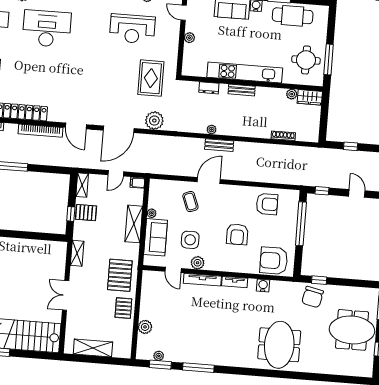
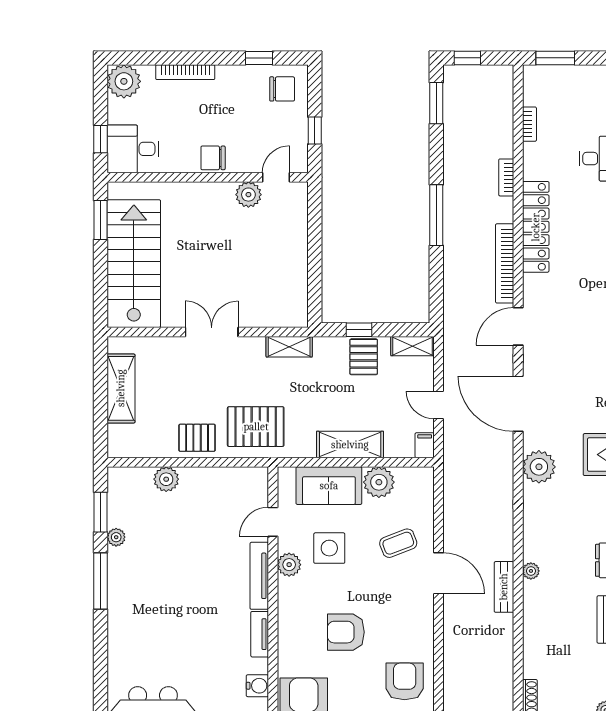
armchair: (267, 204) -> (405, 681), turned 180
plant: (152, 213) -> (379, 482), width x1.88, depth x1.88
plant: (159, 356) -> (116, 537), moved

